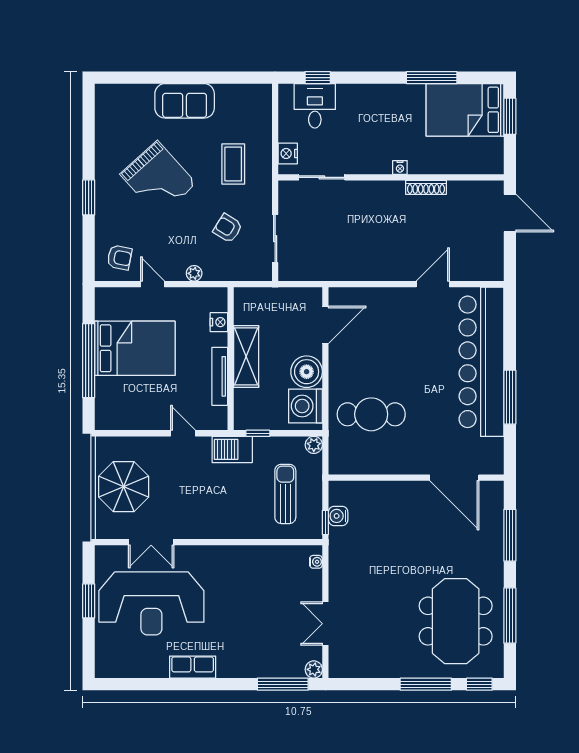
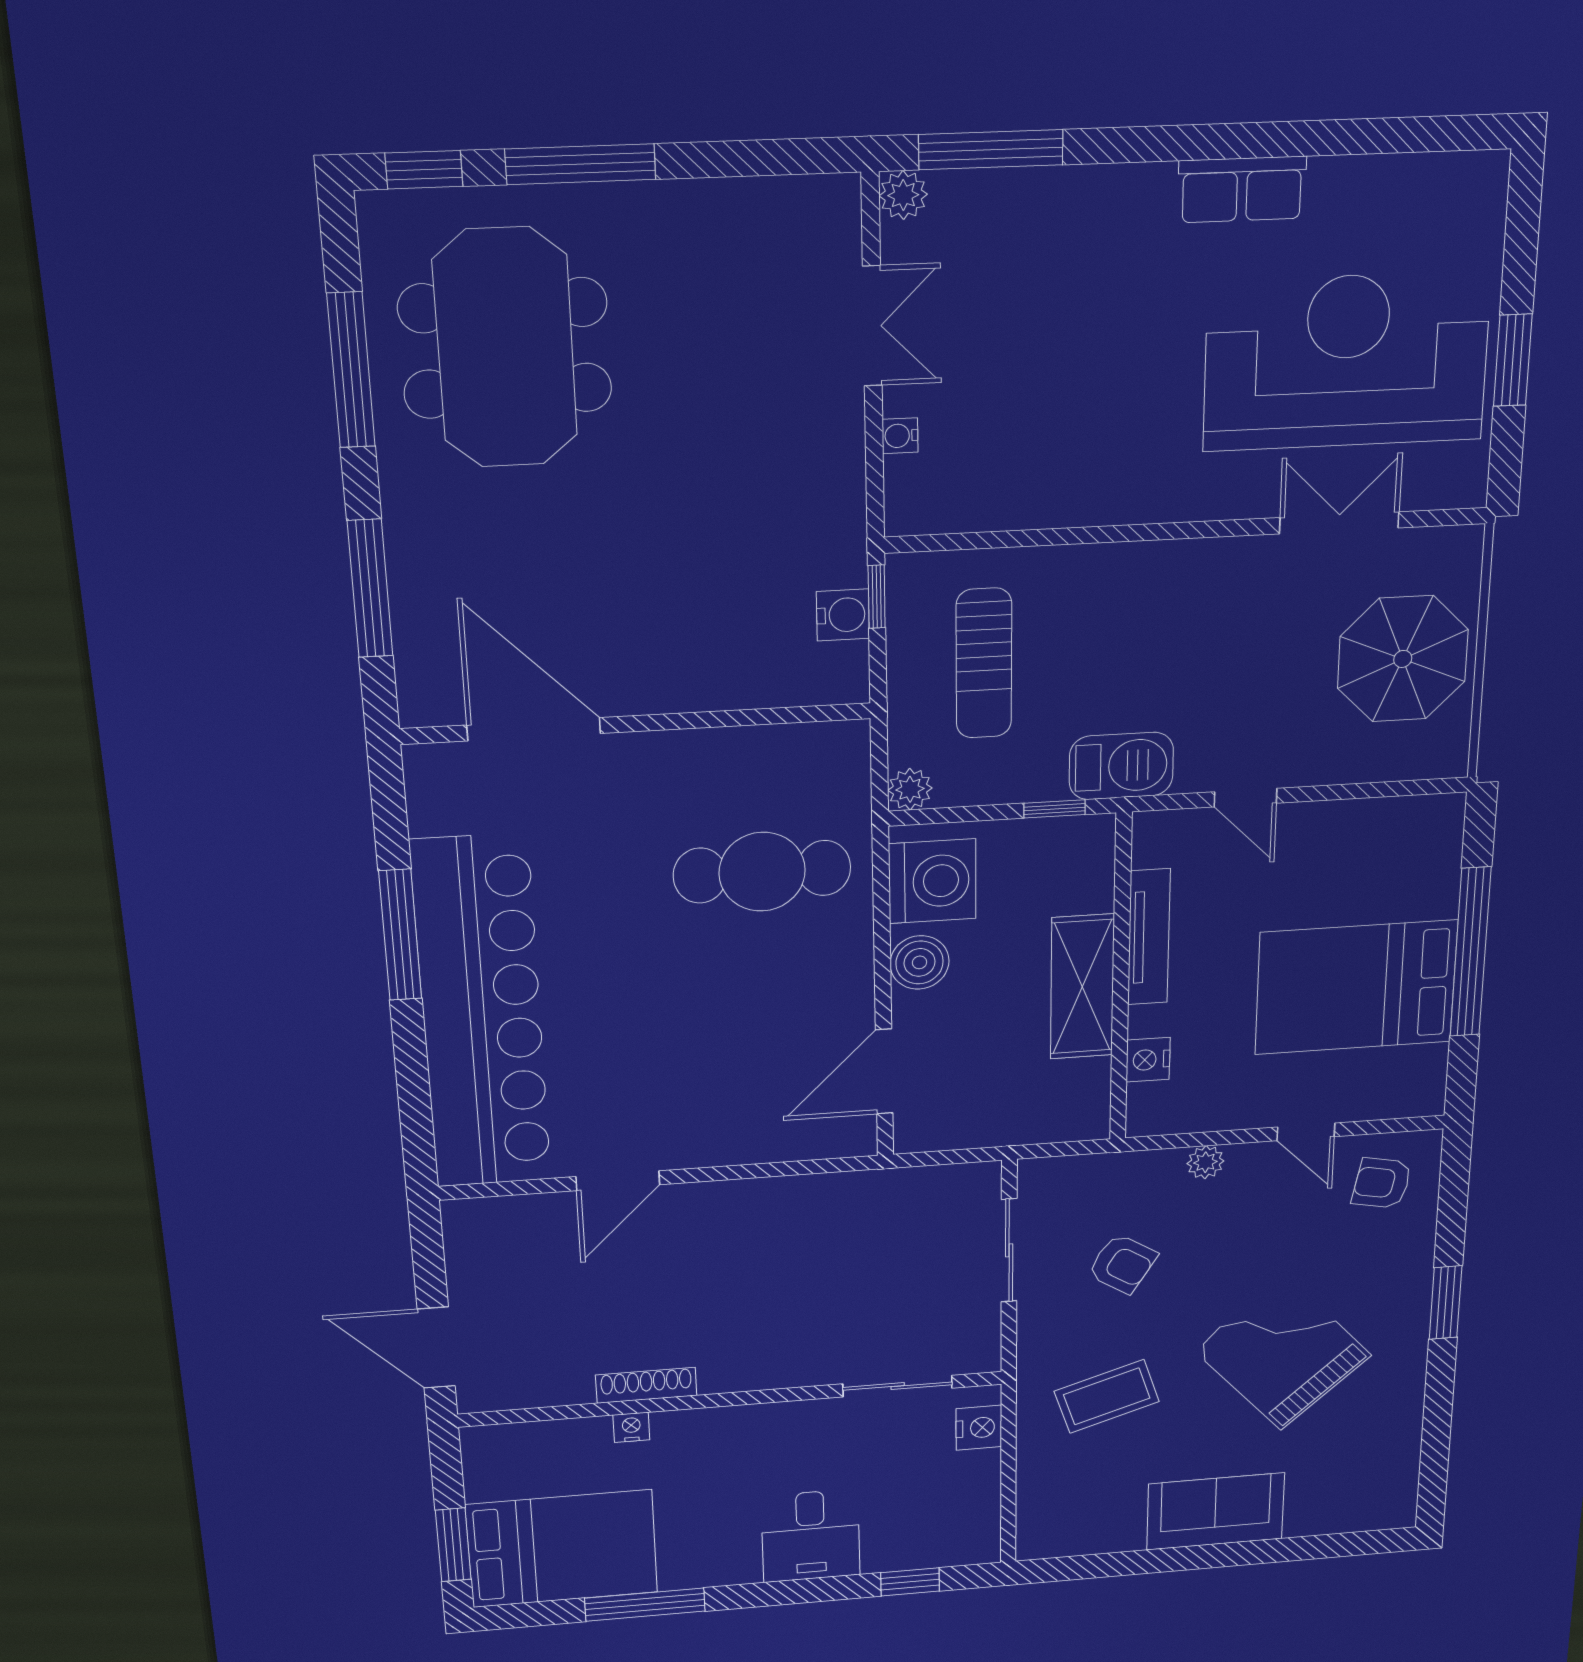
desk: (315, 106) -> (811, 1536), moved
coffee table: (233, 164) -> (1107, 1396), turned 72
nightstand: (400, 167) -> (631, 1427), moved
boiler: (307, 372) -> (920, 962), width x0.73, depth x0.73
water cooler: (316, 562) -> (900, 436), moved

